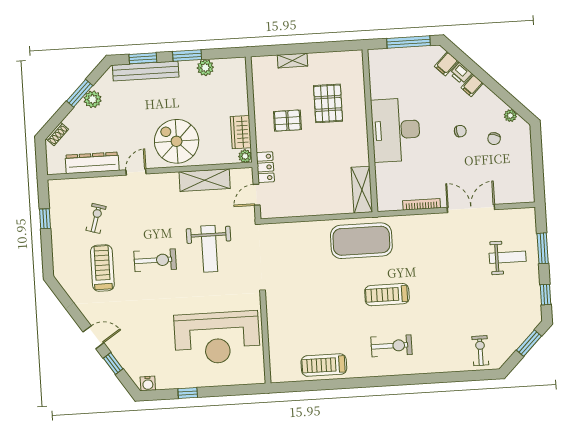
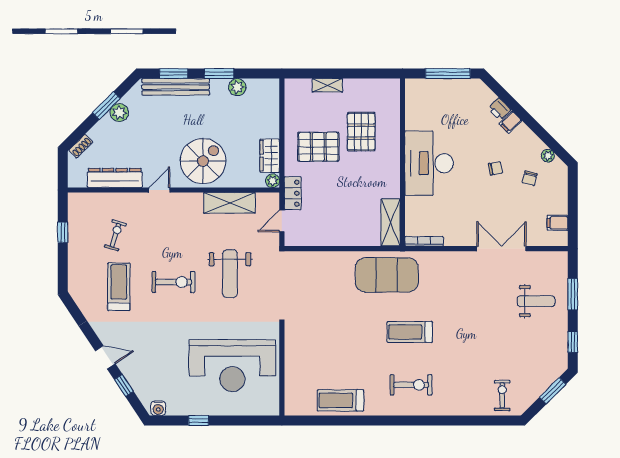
filing cabinet: (446, 64) -> (558, 223), moved, turned 45
pallet: (287, 121) -> (318, 147), width x1.50, depth x1.42
spiral stairs: (177, 141) -> (203, 161), turned 90
bookcase: (422, 204) -> (424, 241), moved

